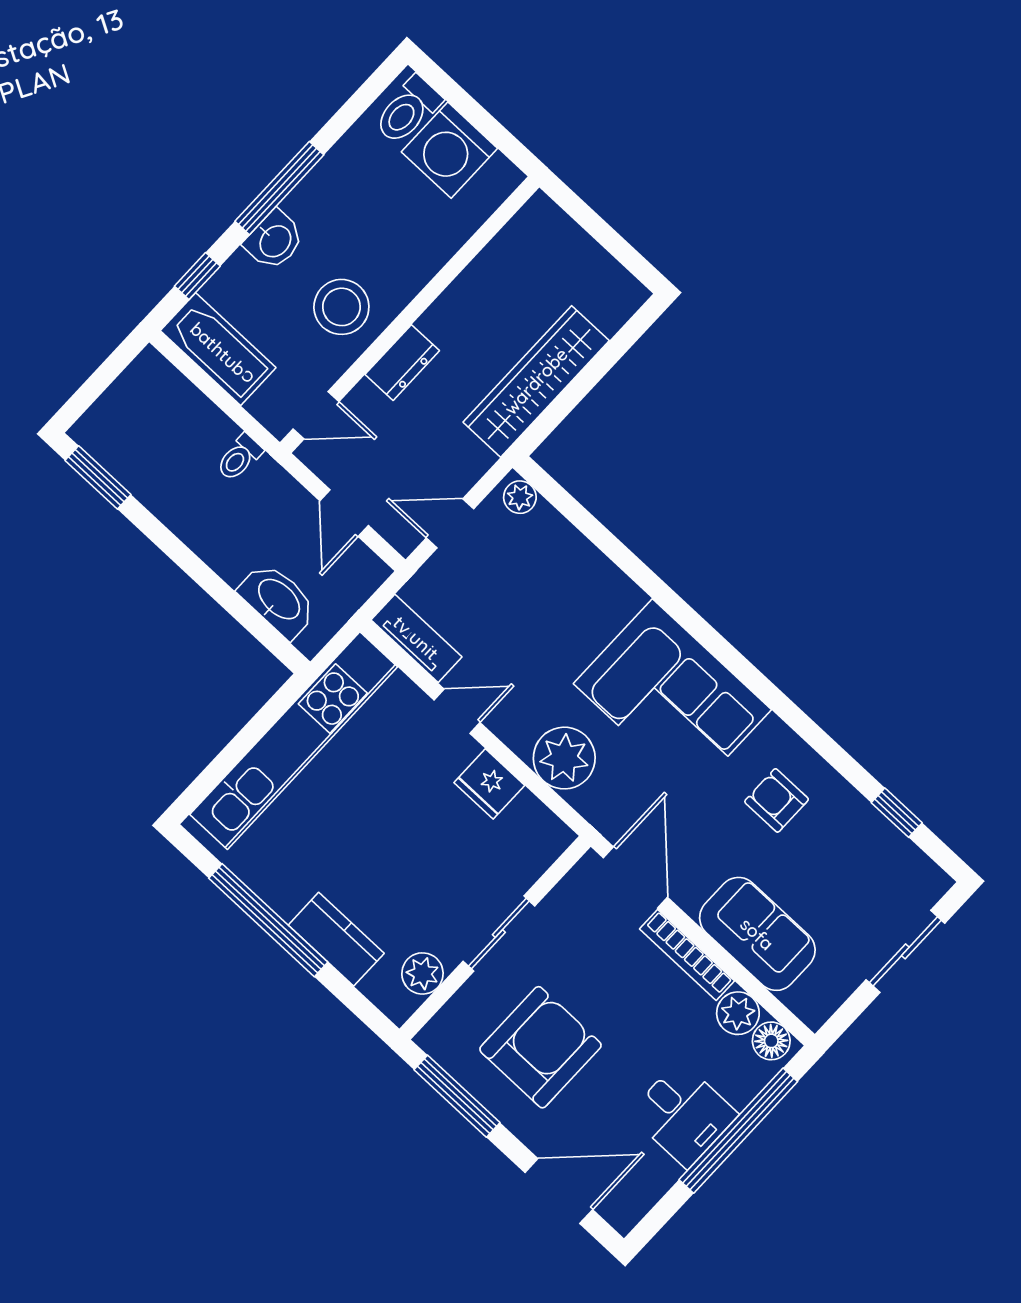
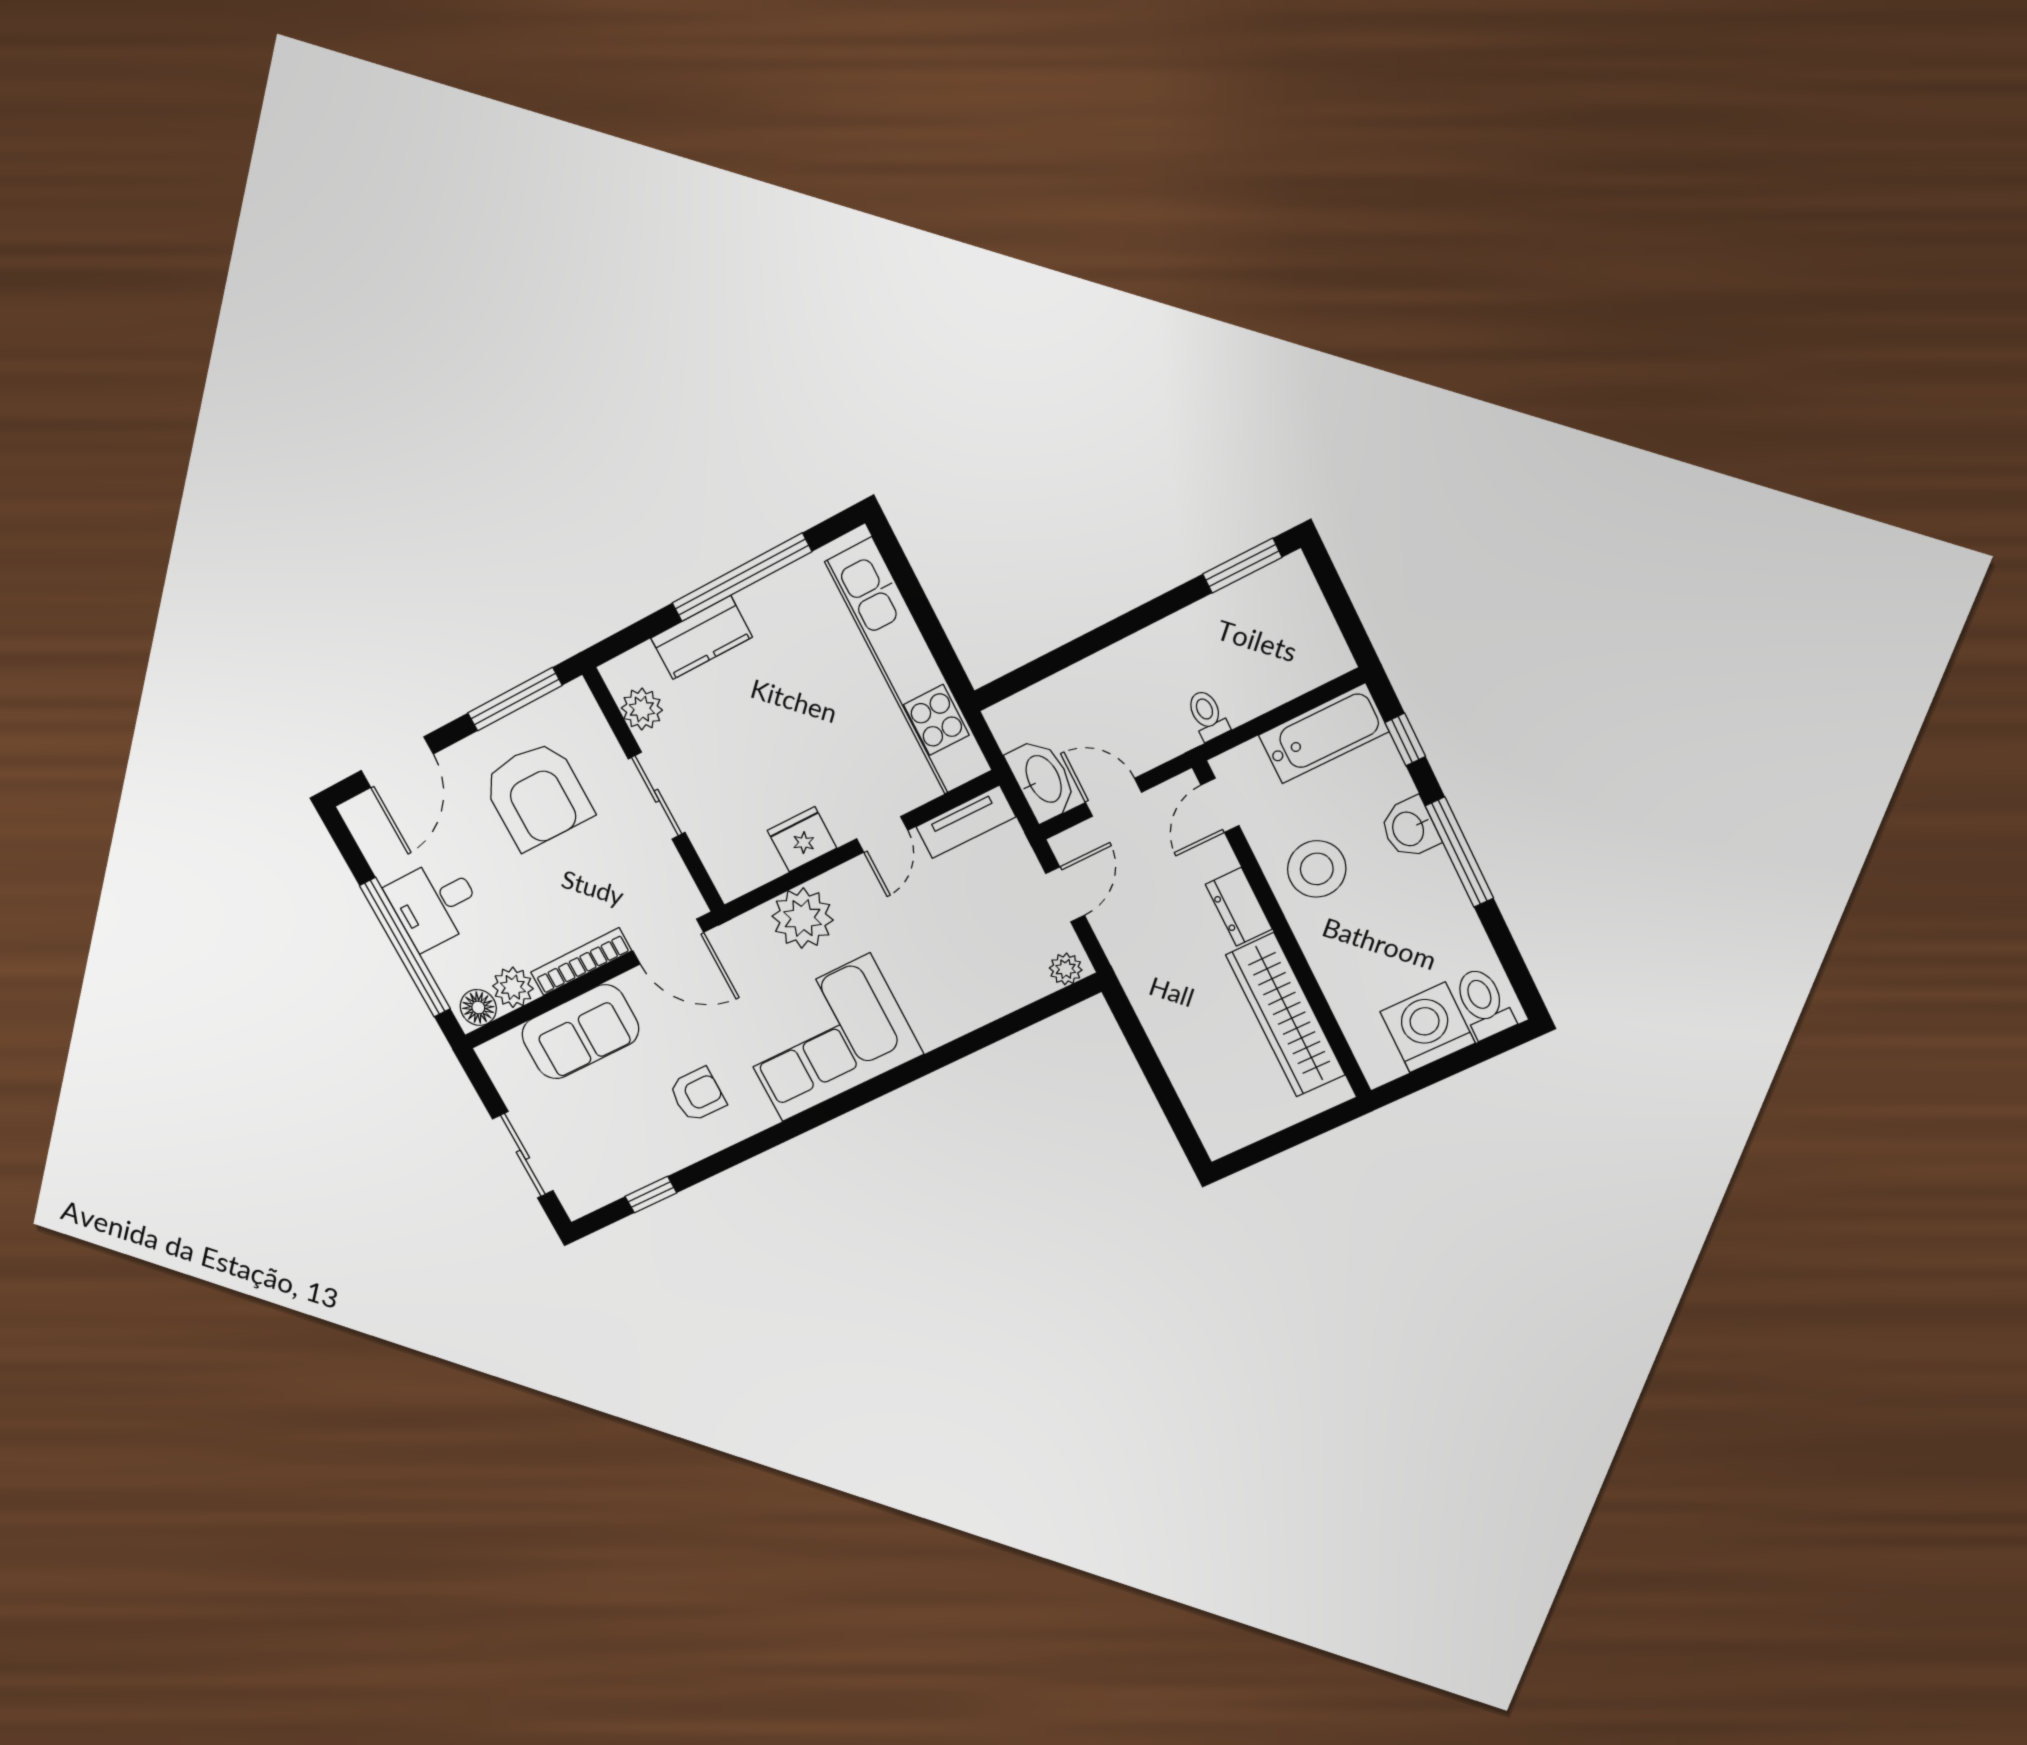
wardrobe: (536, 381) -> (1285, 1015), moved, turned 180
washbasin: (278, 600) -> (1042, 780), moved, turned -90

